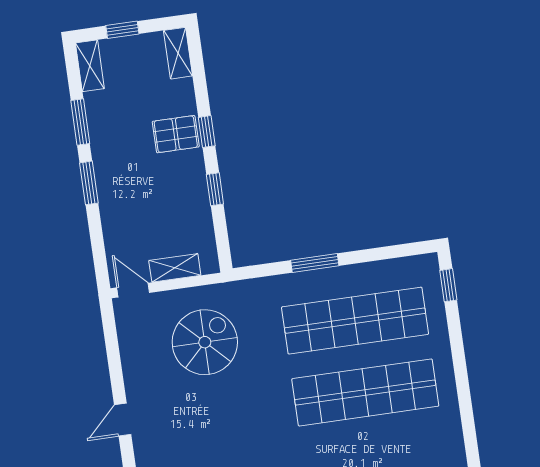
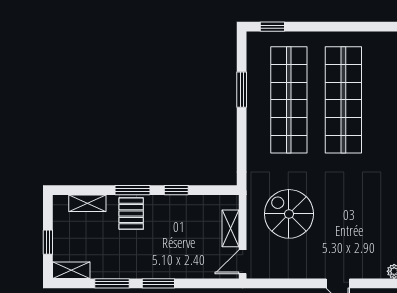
shelving: (178, 53) -> (87, 203), moved
window: (207, 132) -> (133, 190), width x1.50
window: (315, 263) -> (242, 90), moved

